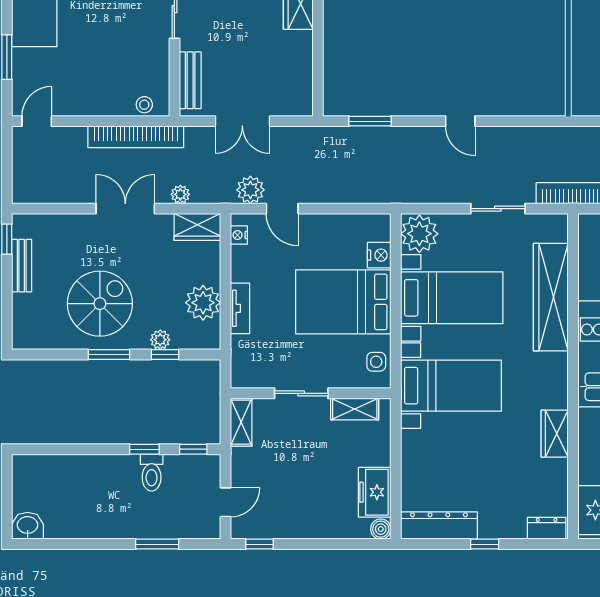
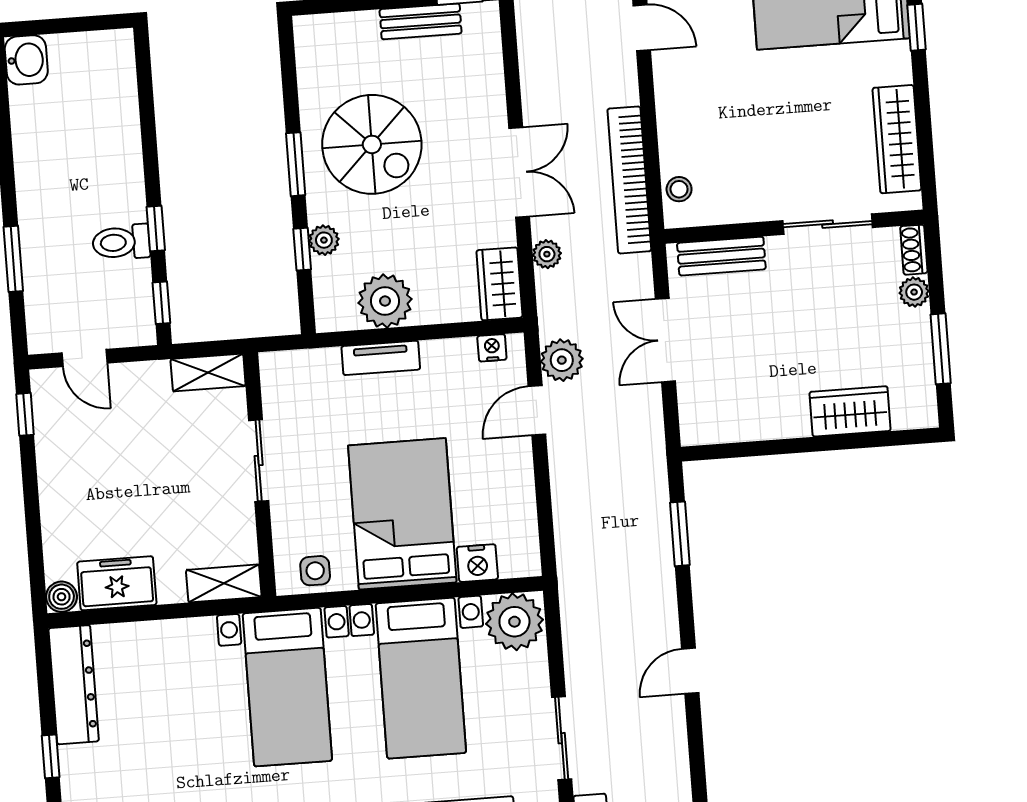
shelving: (355, 409) -> (224, 583), moved, turned 90

